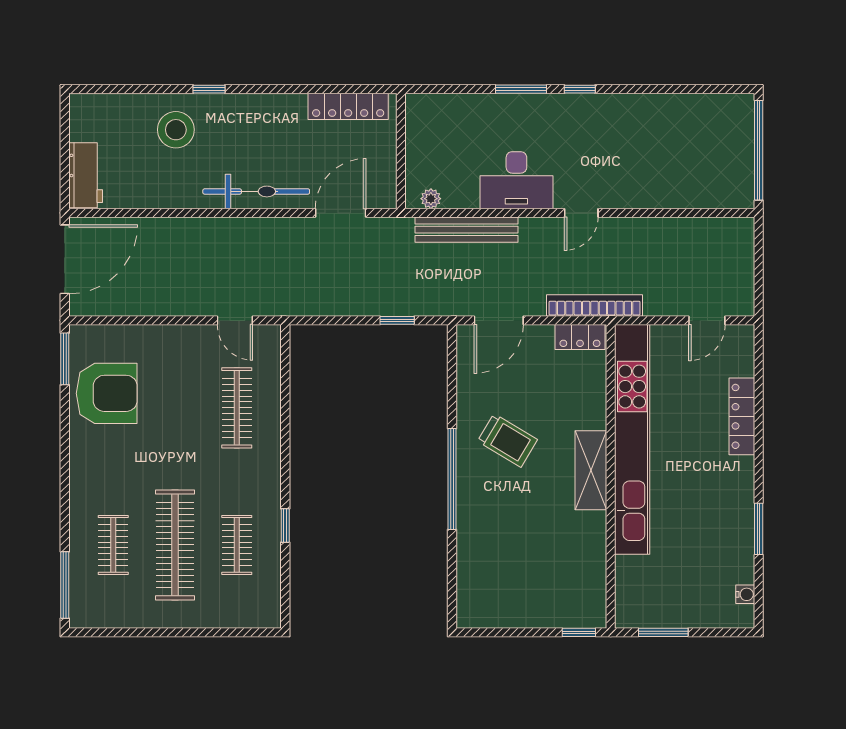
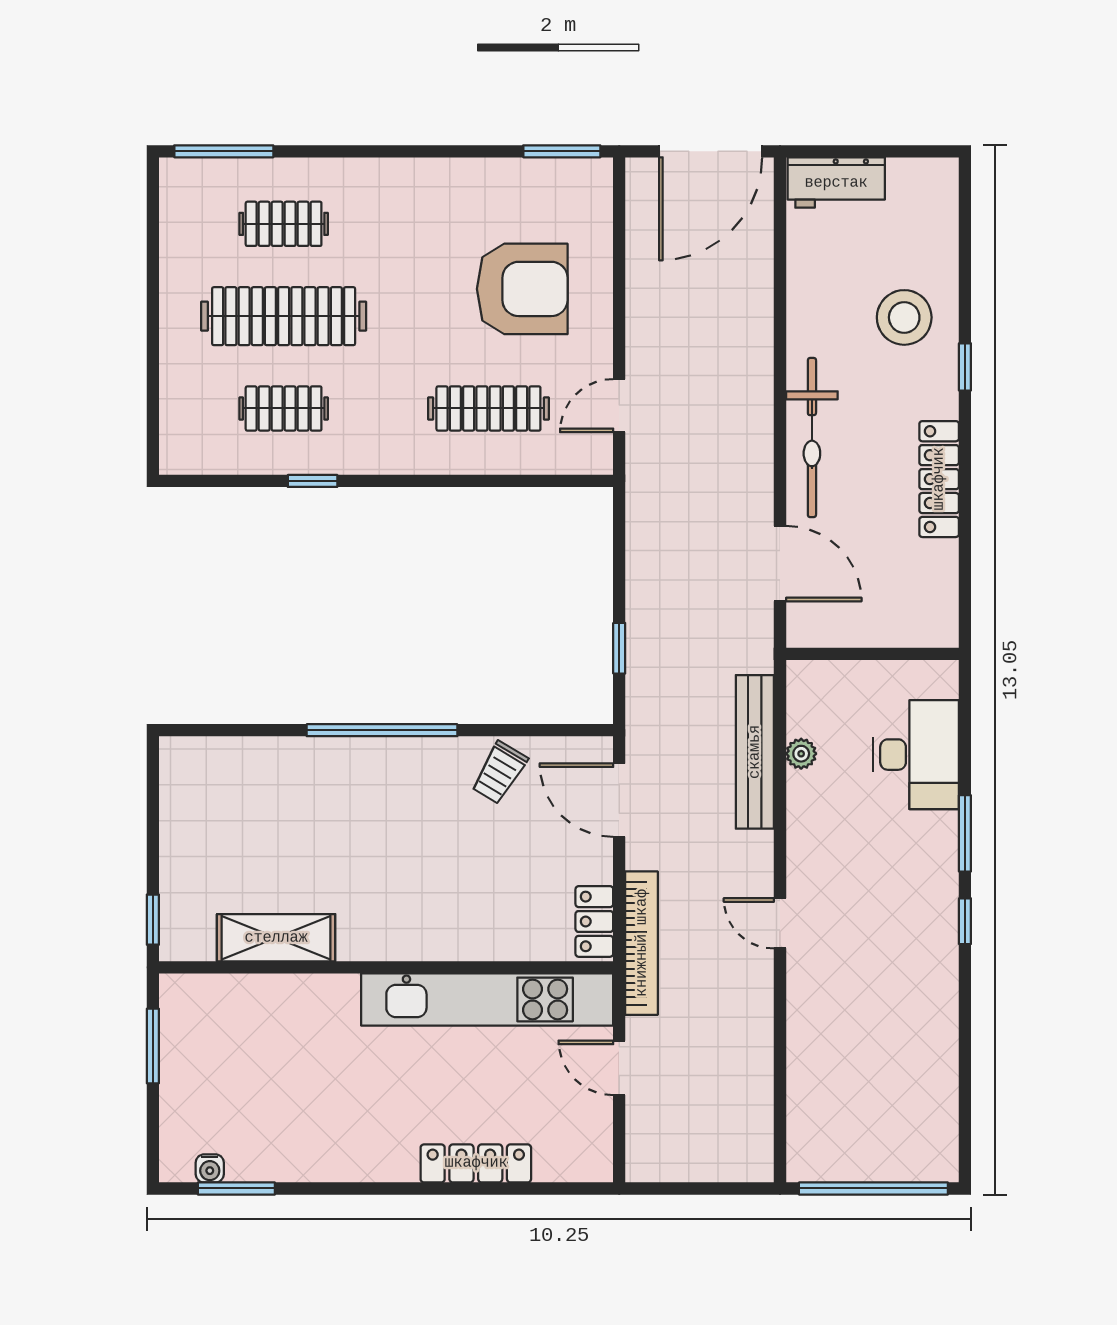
locker: (348, 106) -> (939, 479), moved
desk: (516, 180) -> (916, 755), moved, turned 180
plant: (431, 199) -> (801, 754), moved
door: (65, 259) -> (711, 151), hinge flipped
door: (707, 320) -> (619, 1068), moved
armchair: (107, 393) -> (522, 289), moved, turned -90
kitchen unit: (632, 439) -> (487, 999), width x0.73
trolley: (507, 440) -> (499, 773), moved, width x0.73, depth x0.72
shelving: (591, 470) -> (276, 938), moved
window: (759, 529) -> (236, 1188), moved

